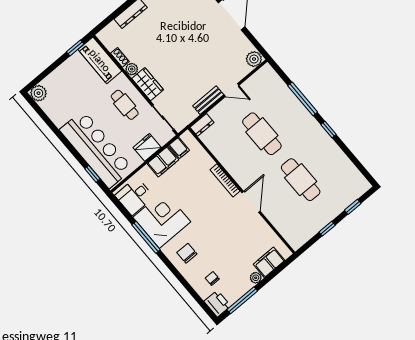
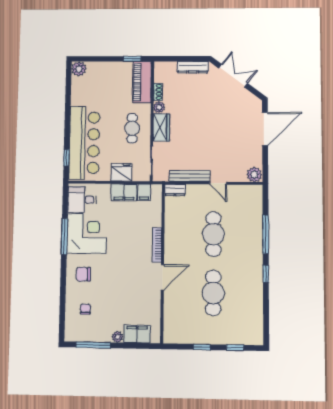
bench: (208, 100) -> (190, 176), width x1.36
chair: (187, 253) -> (83, 274), turned -90
printer: (217, 304) -> (73, 331), removed

